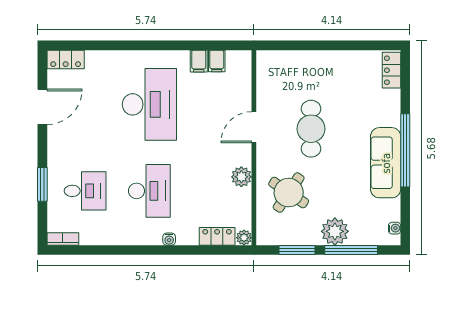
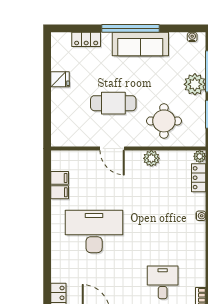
fridge: (341, 62) -> (60, 79), added
locker: (391, 70) -> (86, 39), moved
desk: (149, 191) -> (163, 231), removed
round table: (289, 193) -> (164, 121), turned -34

